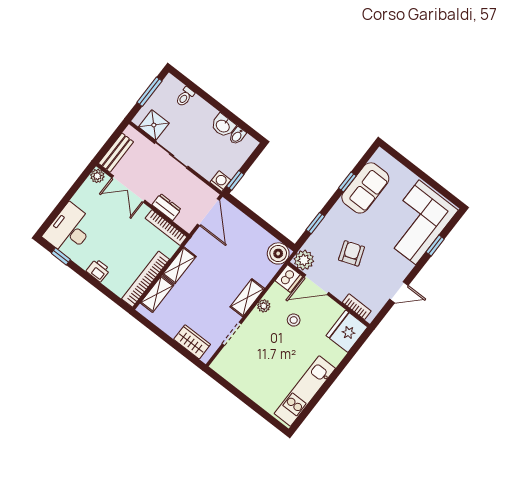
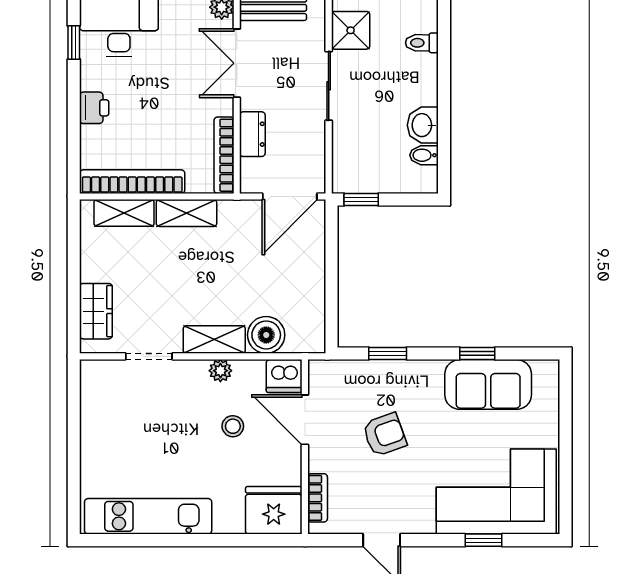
washing machine: (220, 181) -> (345, 180), removed
boiler: (278, 253) -> (266, 335), moved
plant: (304, 260) -> (325, 377), removed

